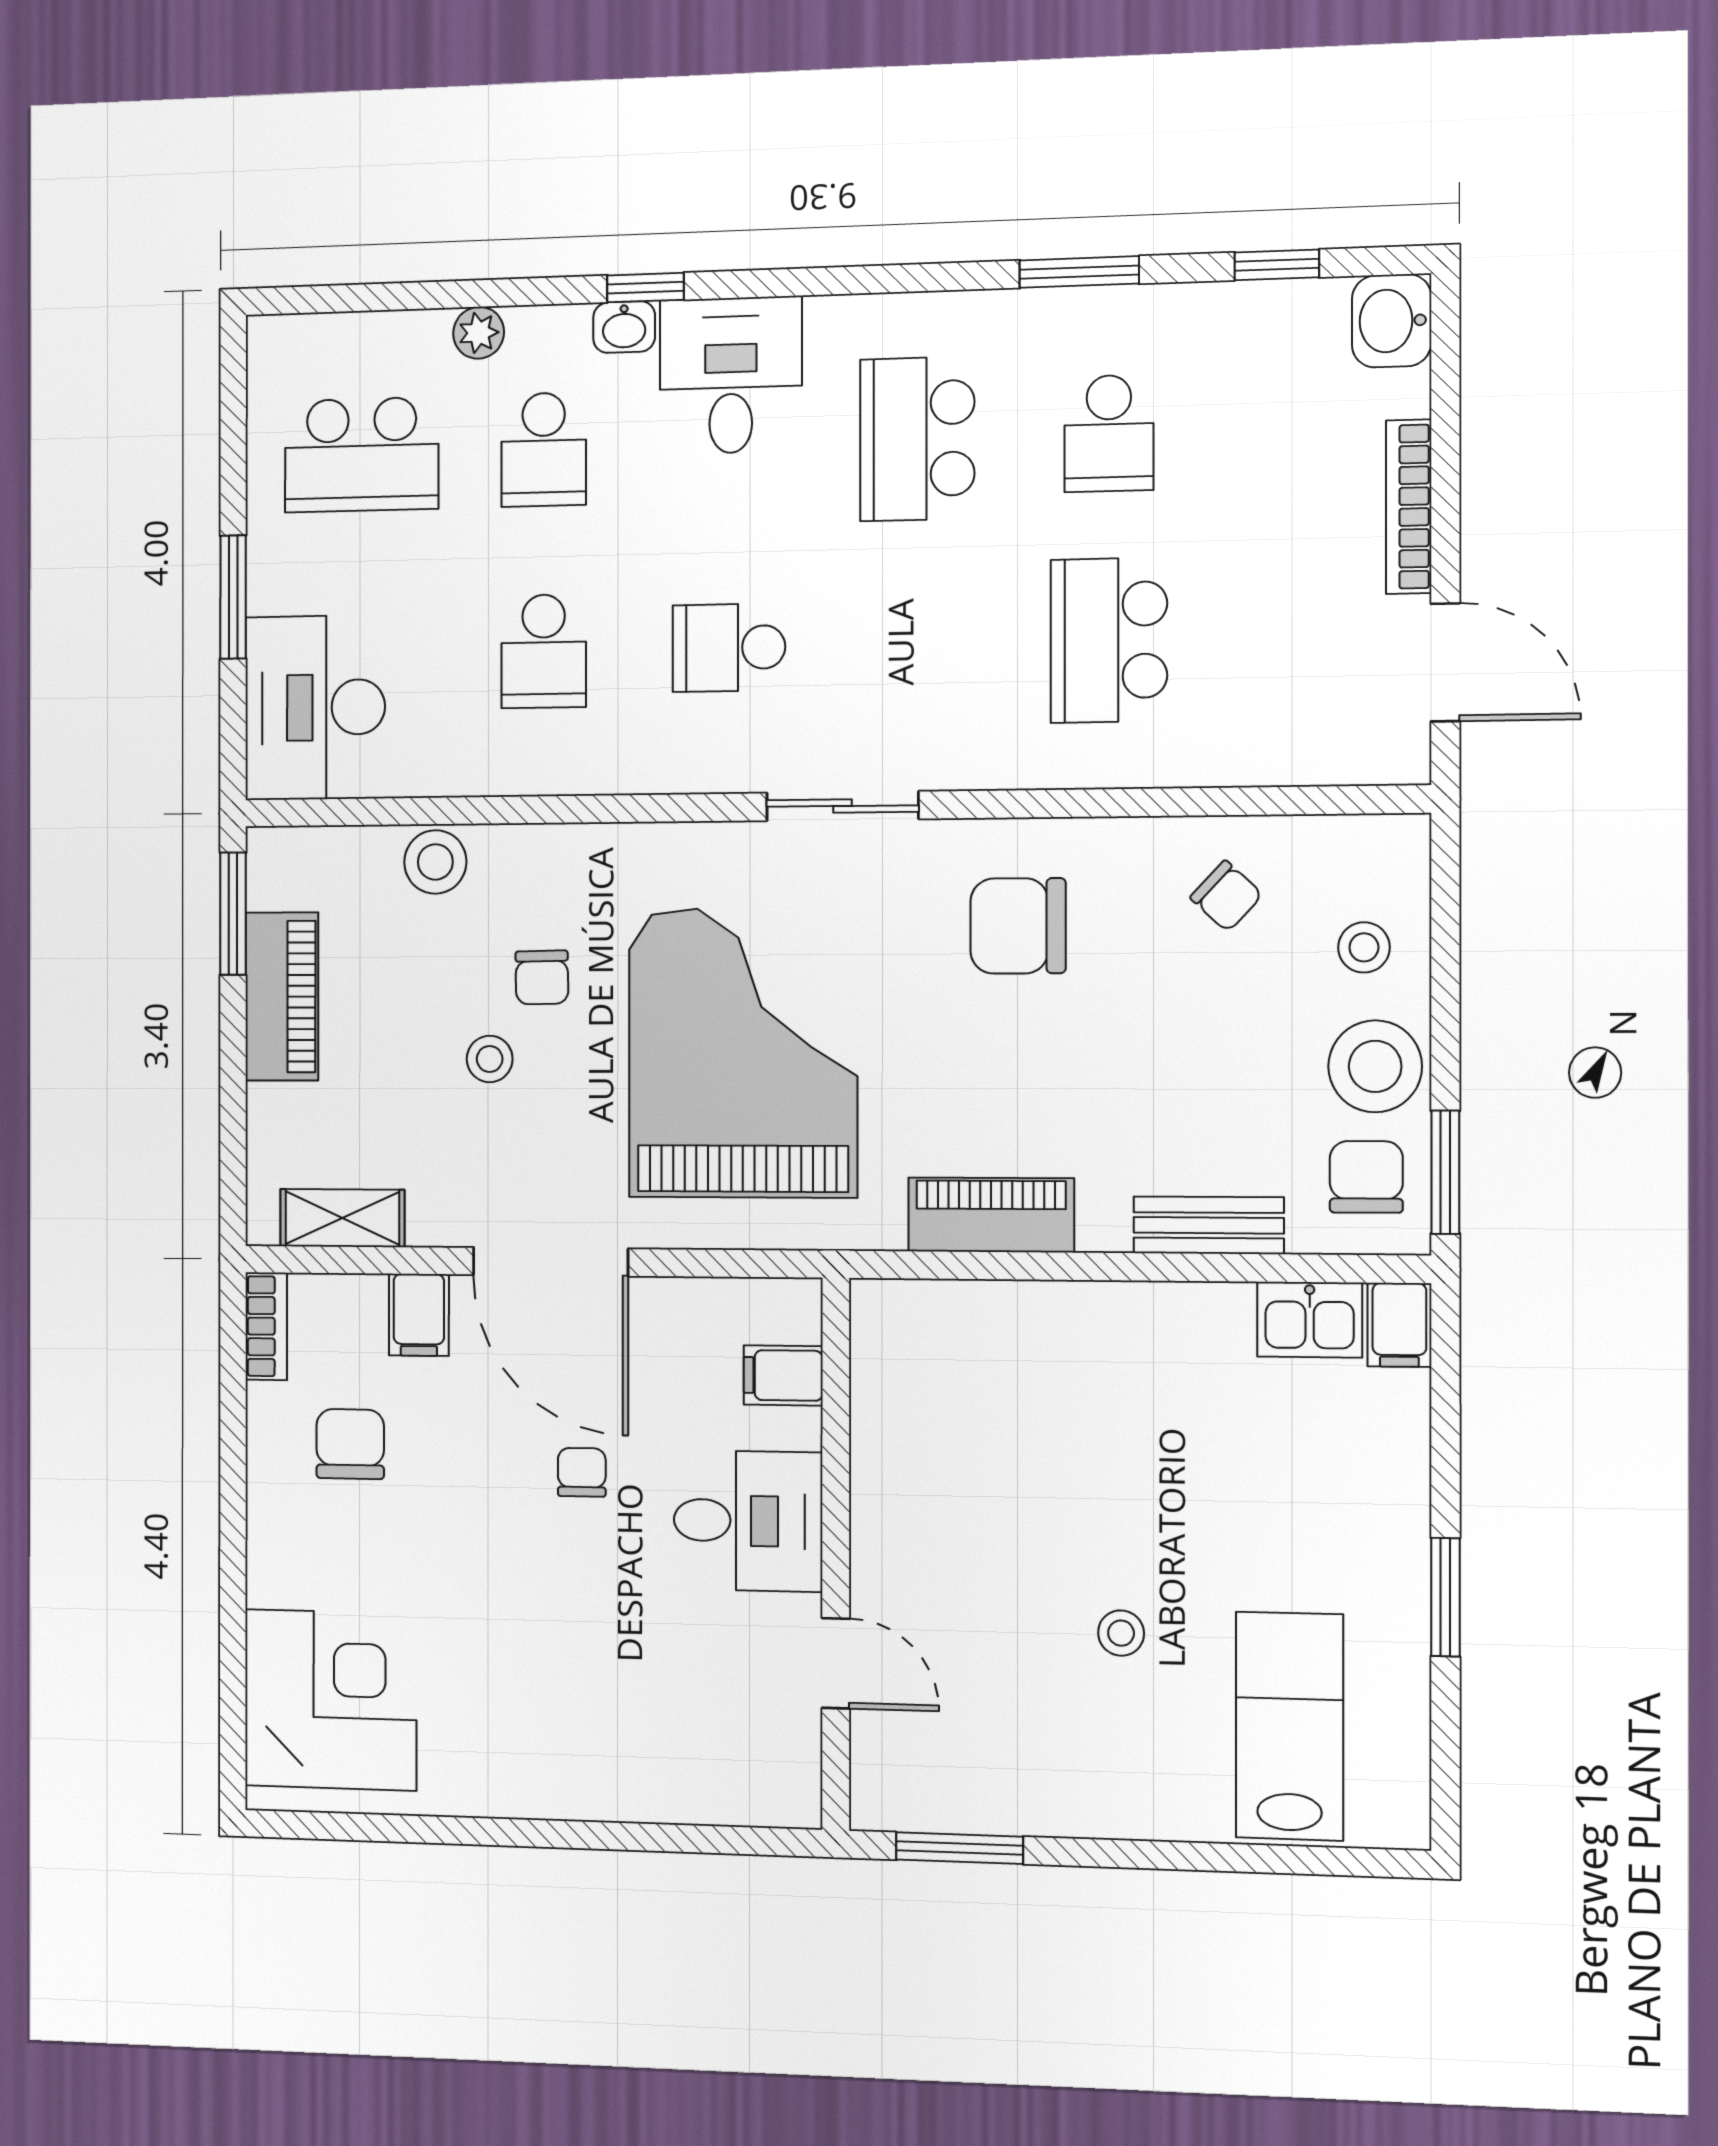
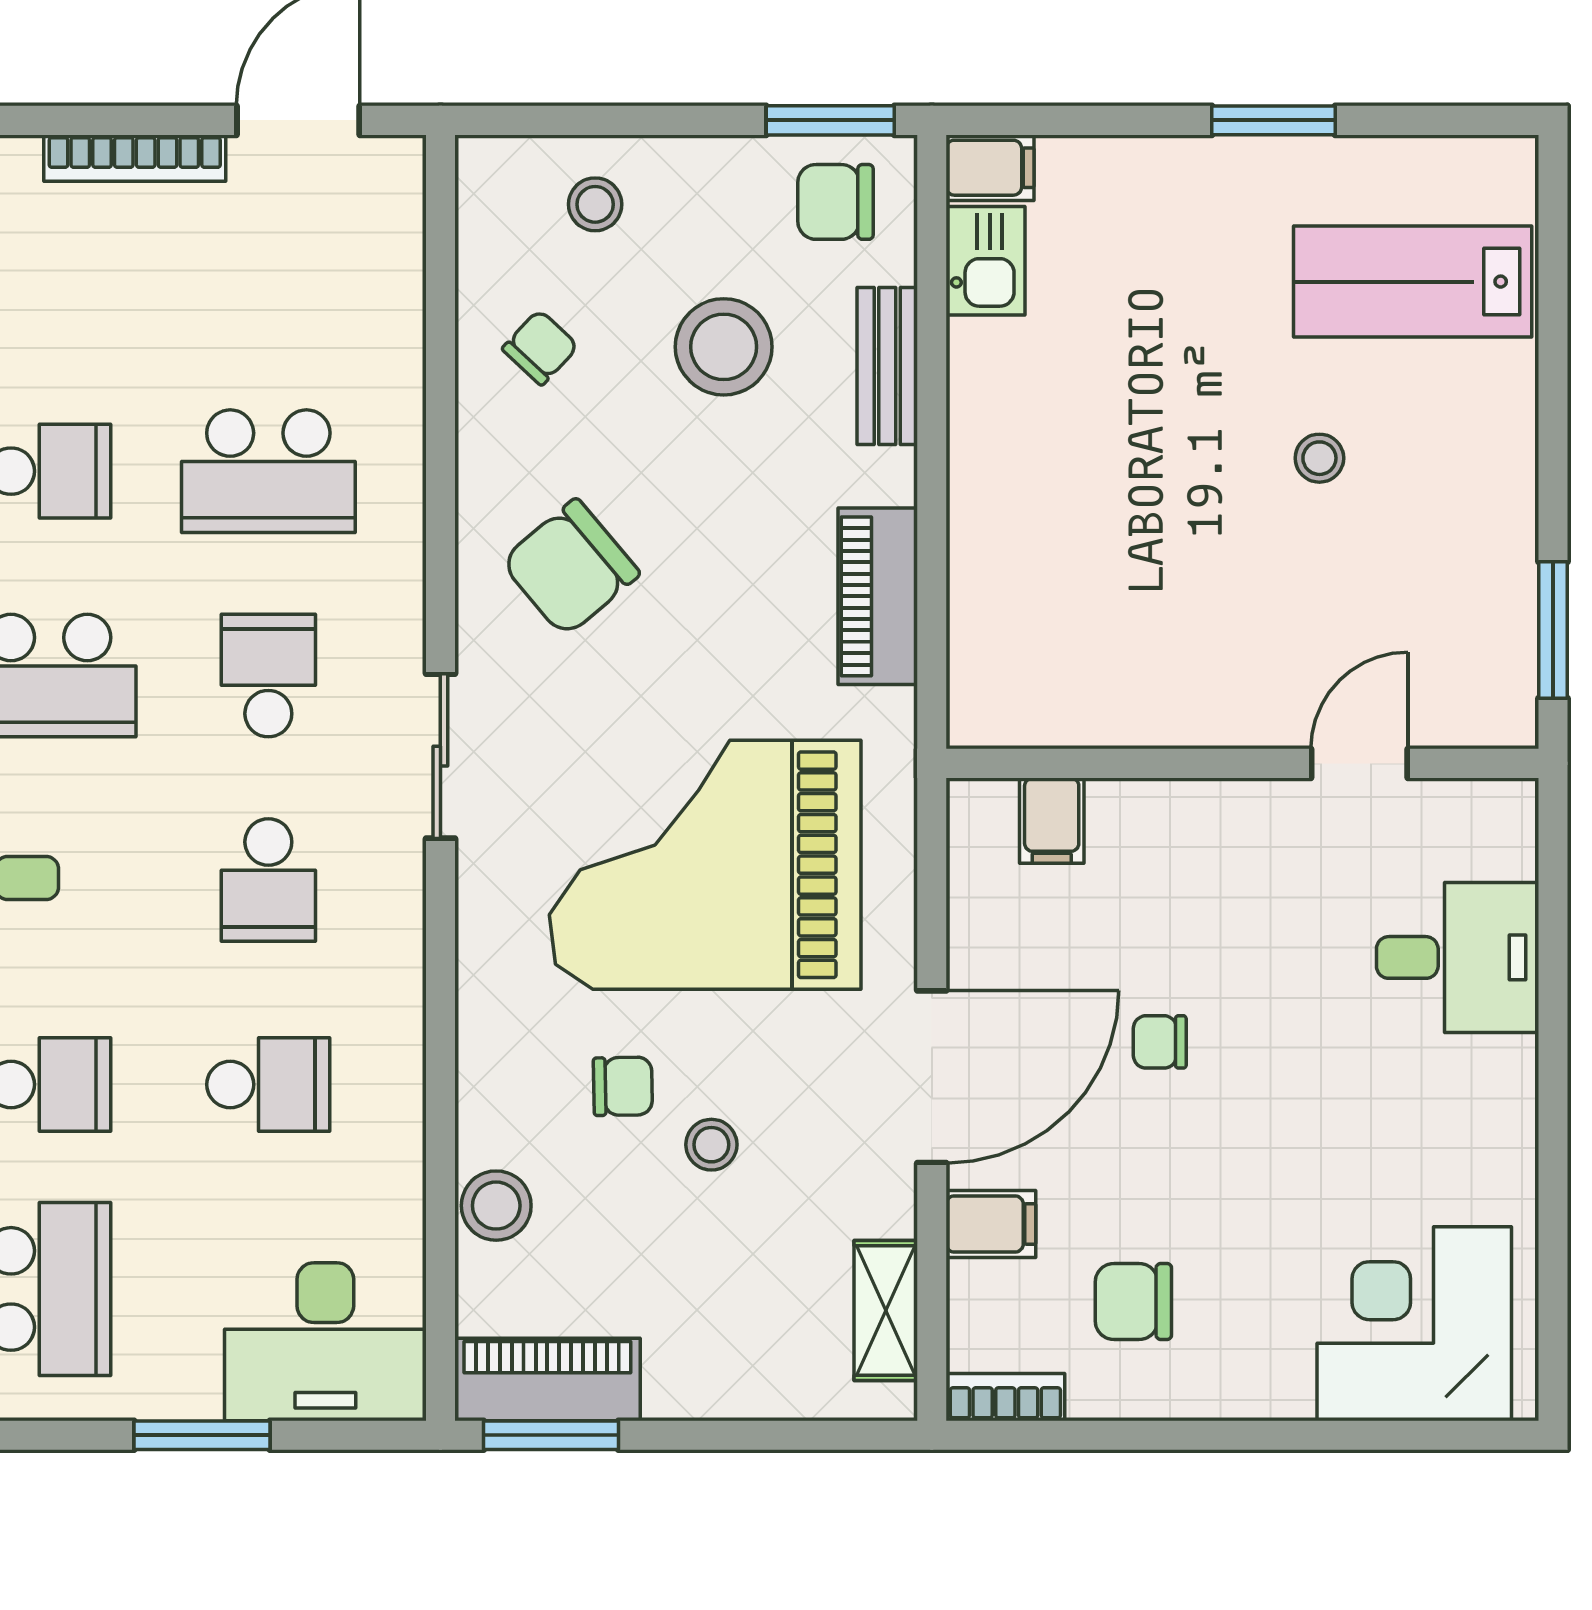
school desk: (917, 644) -> (268, 676), added
chair: (1018, 926) -> (570, 568), turned 50
piano: (282, 997) -> (547, 1379), moved
stool: (1375, 1066) -> (724, 347), moved
desk: (748, 1521) -> (1458, 957), moved, turned 90

